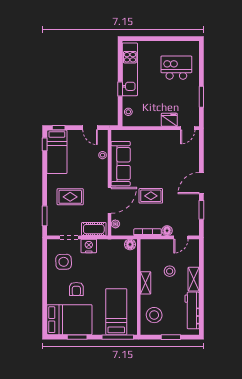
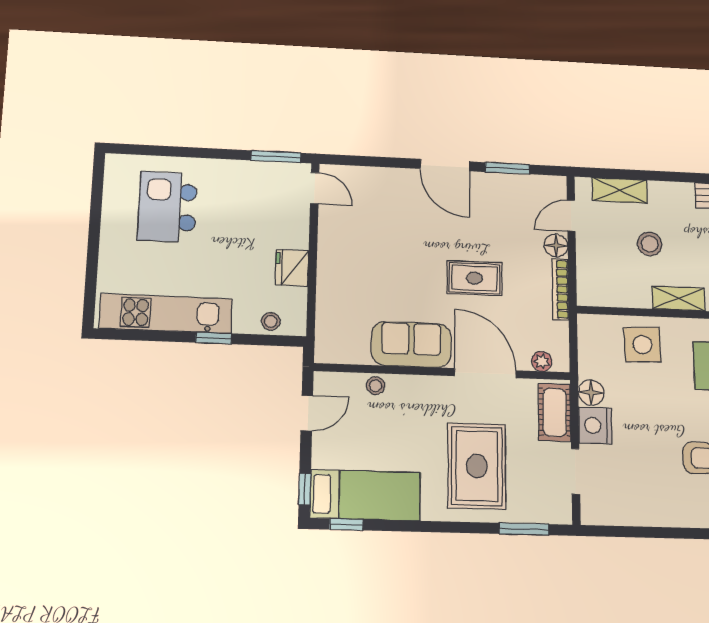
window: (201, 97) -> (276, 157), moved
fridge: (169, 120) -> (292, 268), moved
sofa: (121, 164) -> (411, 345), width x0.73
rug: (151, 196) -> (474, 278), turned 90
rug: (70, 197) -> (477, 466), width x1.36, depth x1.43
door: (181, 237) -> (571, 216), swing flipped
floor lamp: (130, 244) -> (591, 393), moved
side table: (64, 262) -> (642, 345), moved
shelving: (194, 279) -> (620, 190), moved

